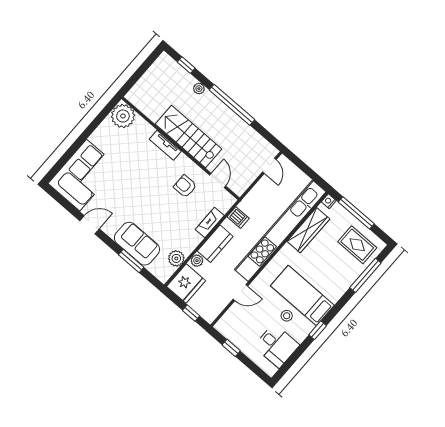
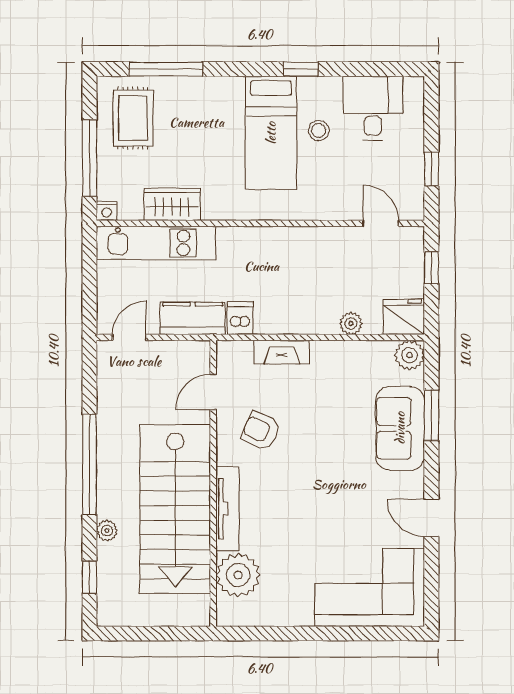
plant: (123, 116) -> (238, 575), moved
stairs: (188, 137) -> (175, 509), width x1.36, depth x1.51
tv unit: (165, 145) -> (227, 509), width x1.41
armchair: (185, 186) -> (261, 431), turned 114
wardrobe: (308, 230) -> (172, 204), width x0.67
kitchen unit: (280, 231) -> (156, 243), width x0.54
kitchen counter: (215, 244) -> (193, 318), moved
plant: (176, 258) -> (410, 355), moved
fridge: (186, 284) -> (404, 317), width x0.73, depth x0.75
door: (240, 293) -> (381, 223), moved

